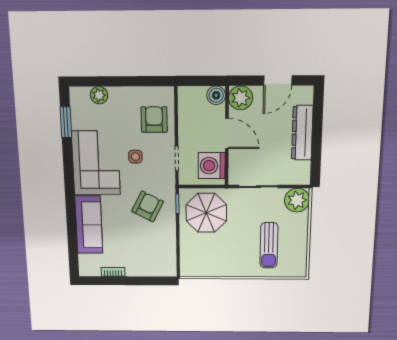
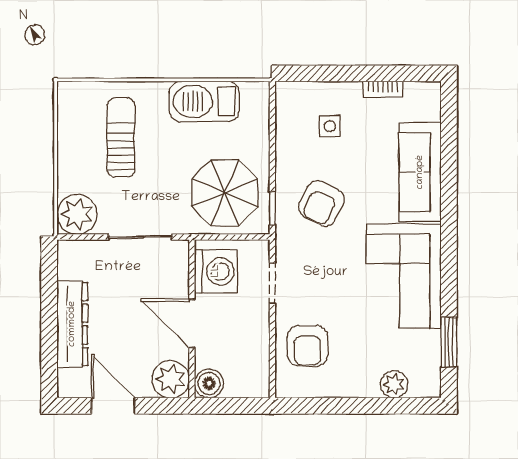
door: (278, 81) -> (113, 406), hinge flipped
side table: (135, 157) -> (330, 126), moved
barbecue: (219, 266) -> (204, 101), added

